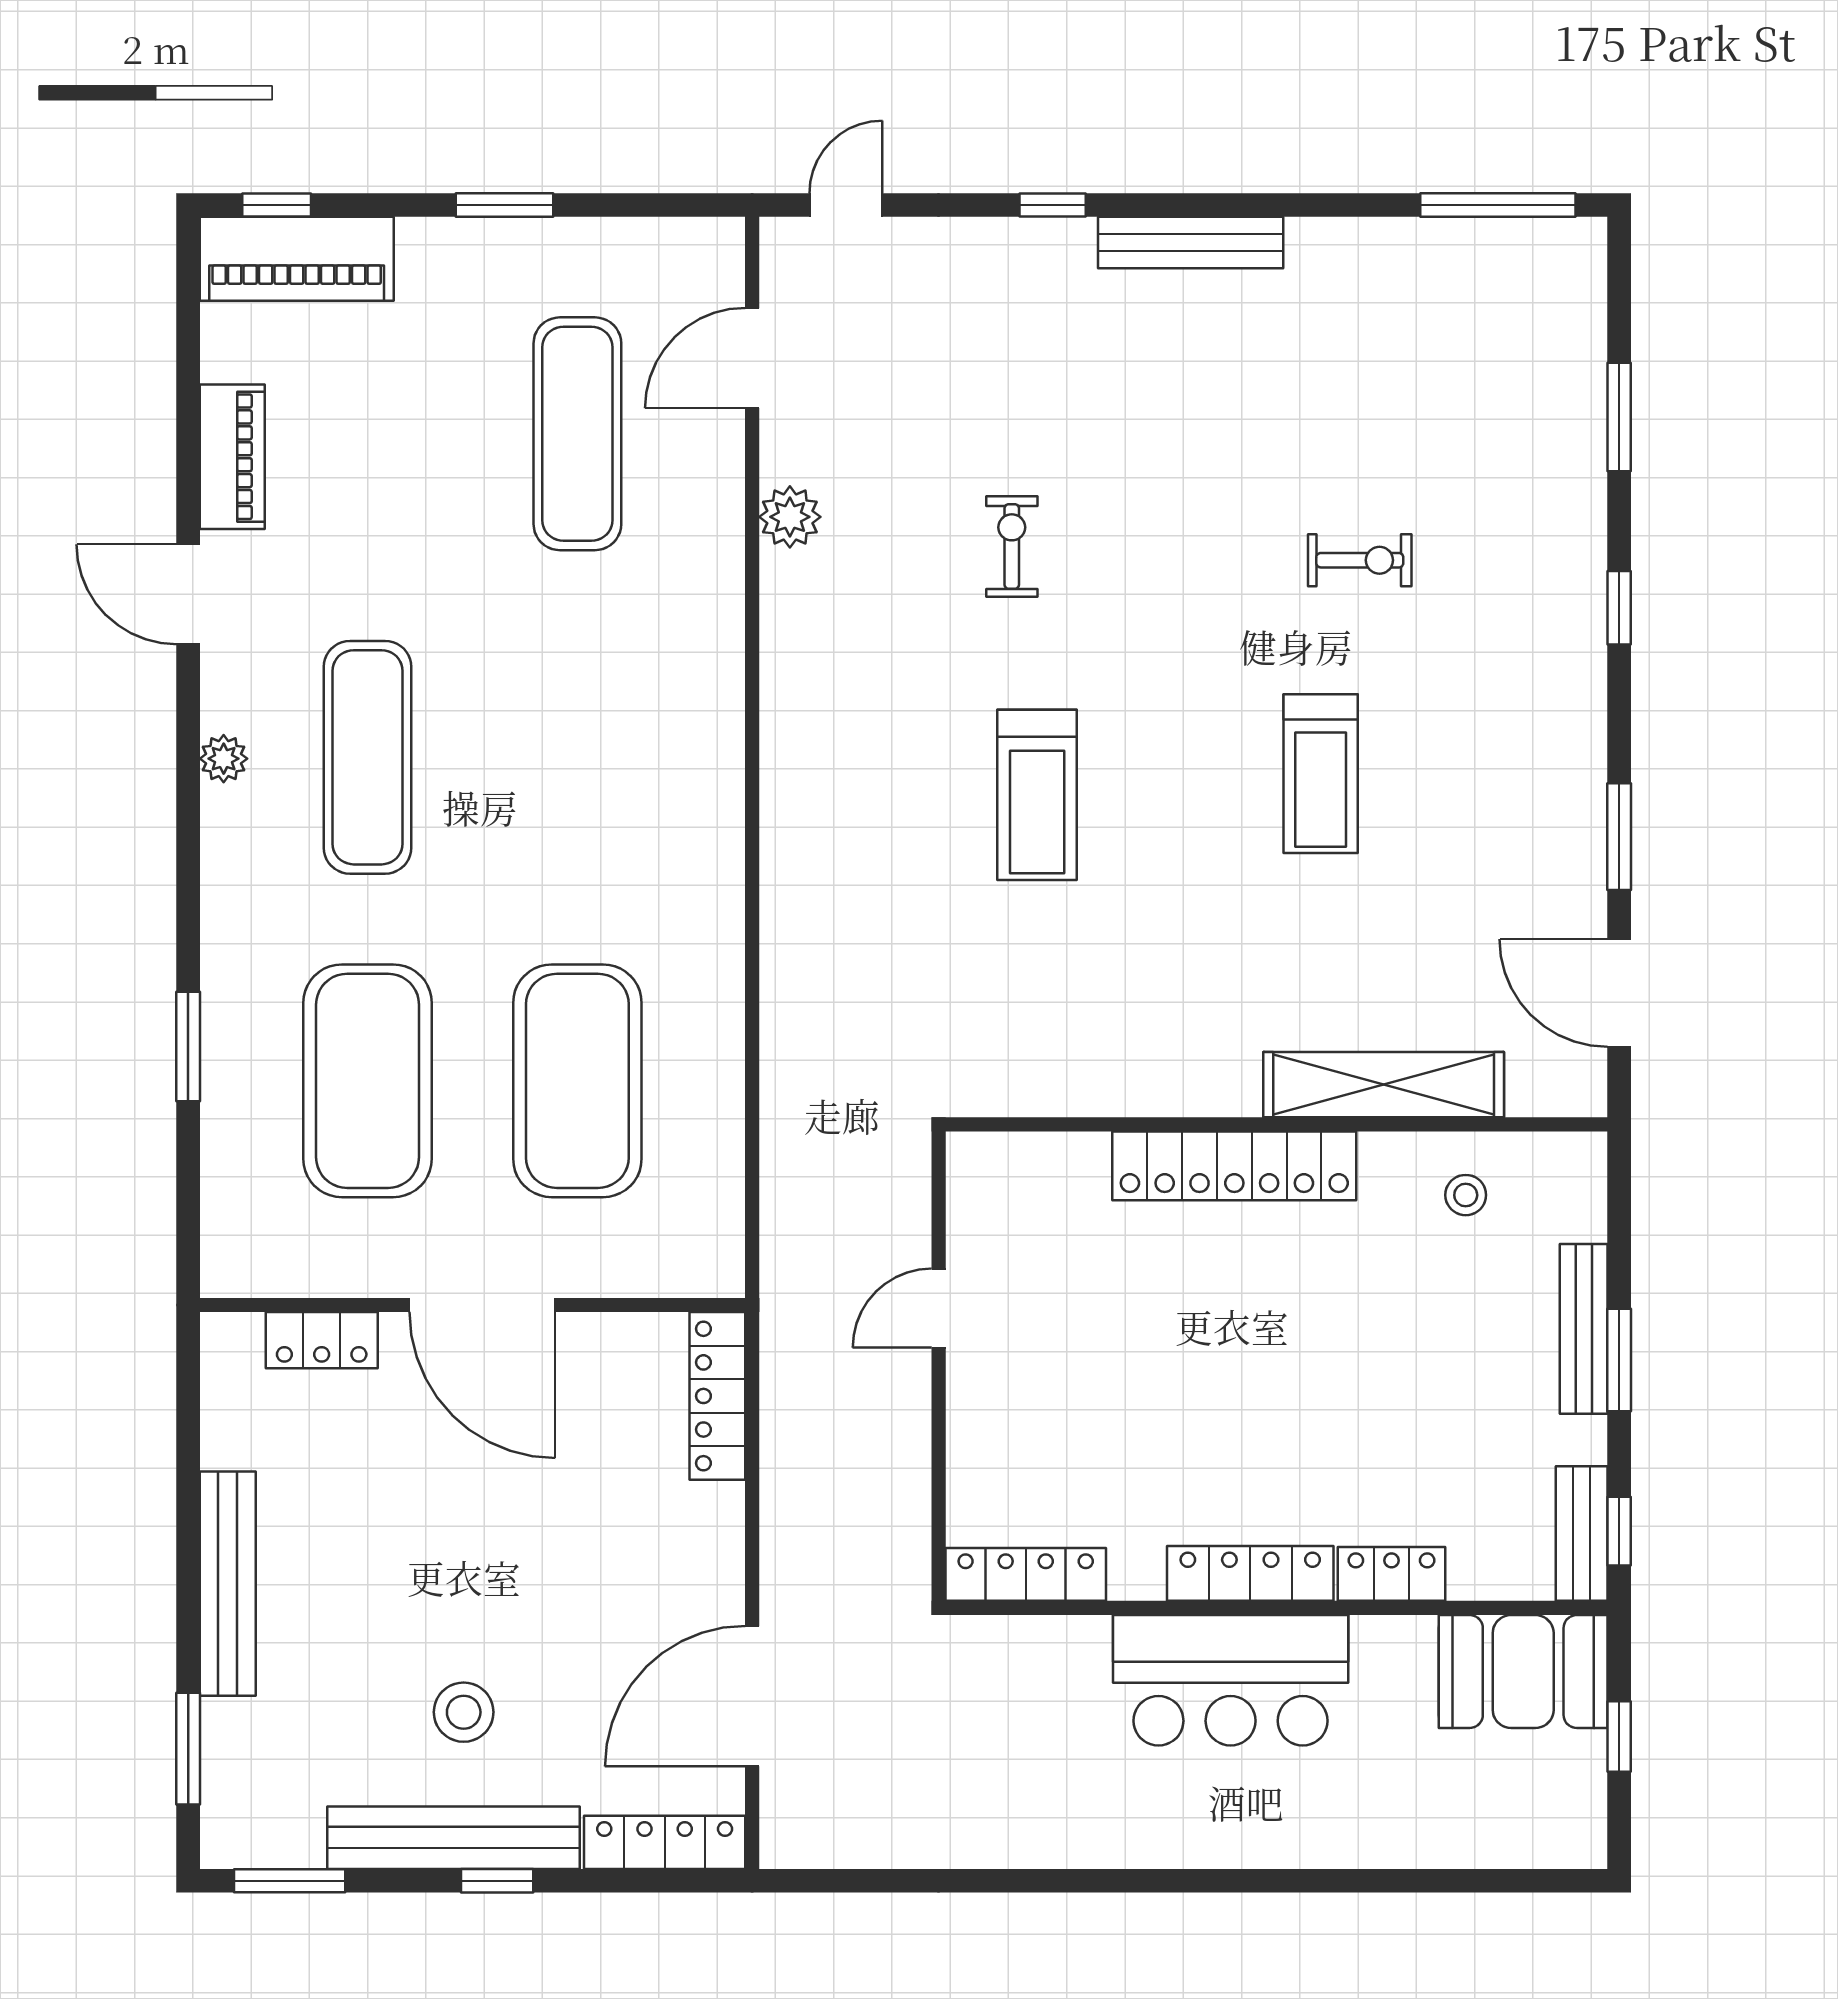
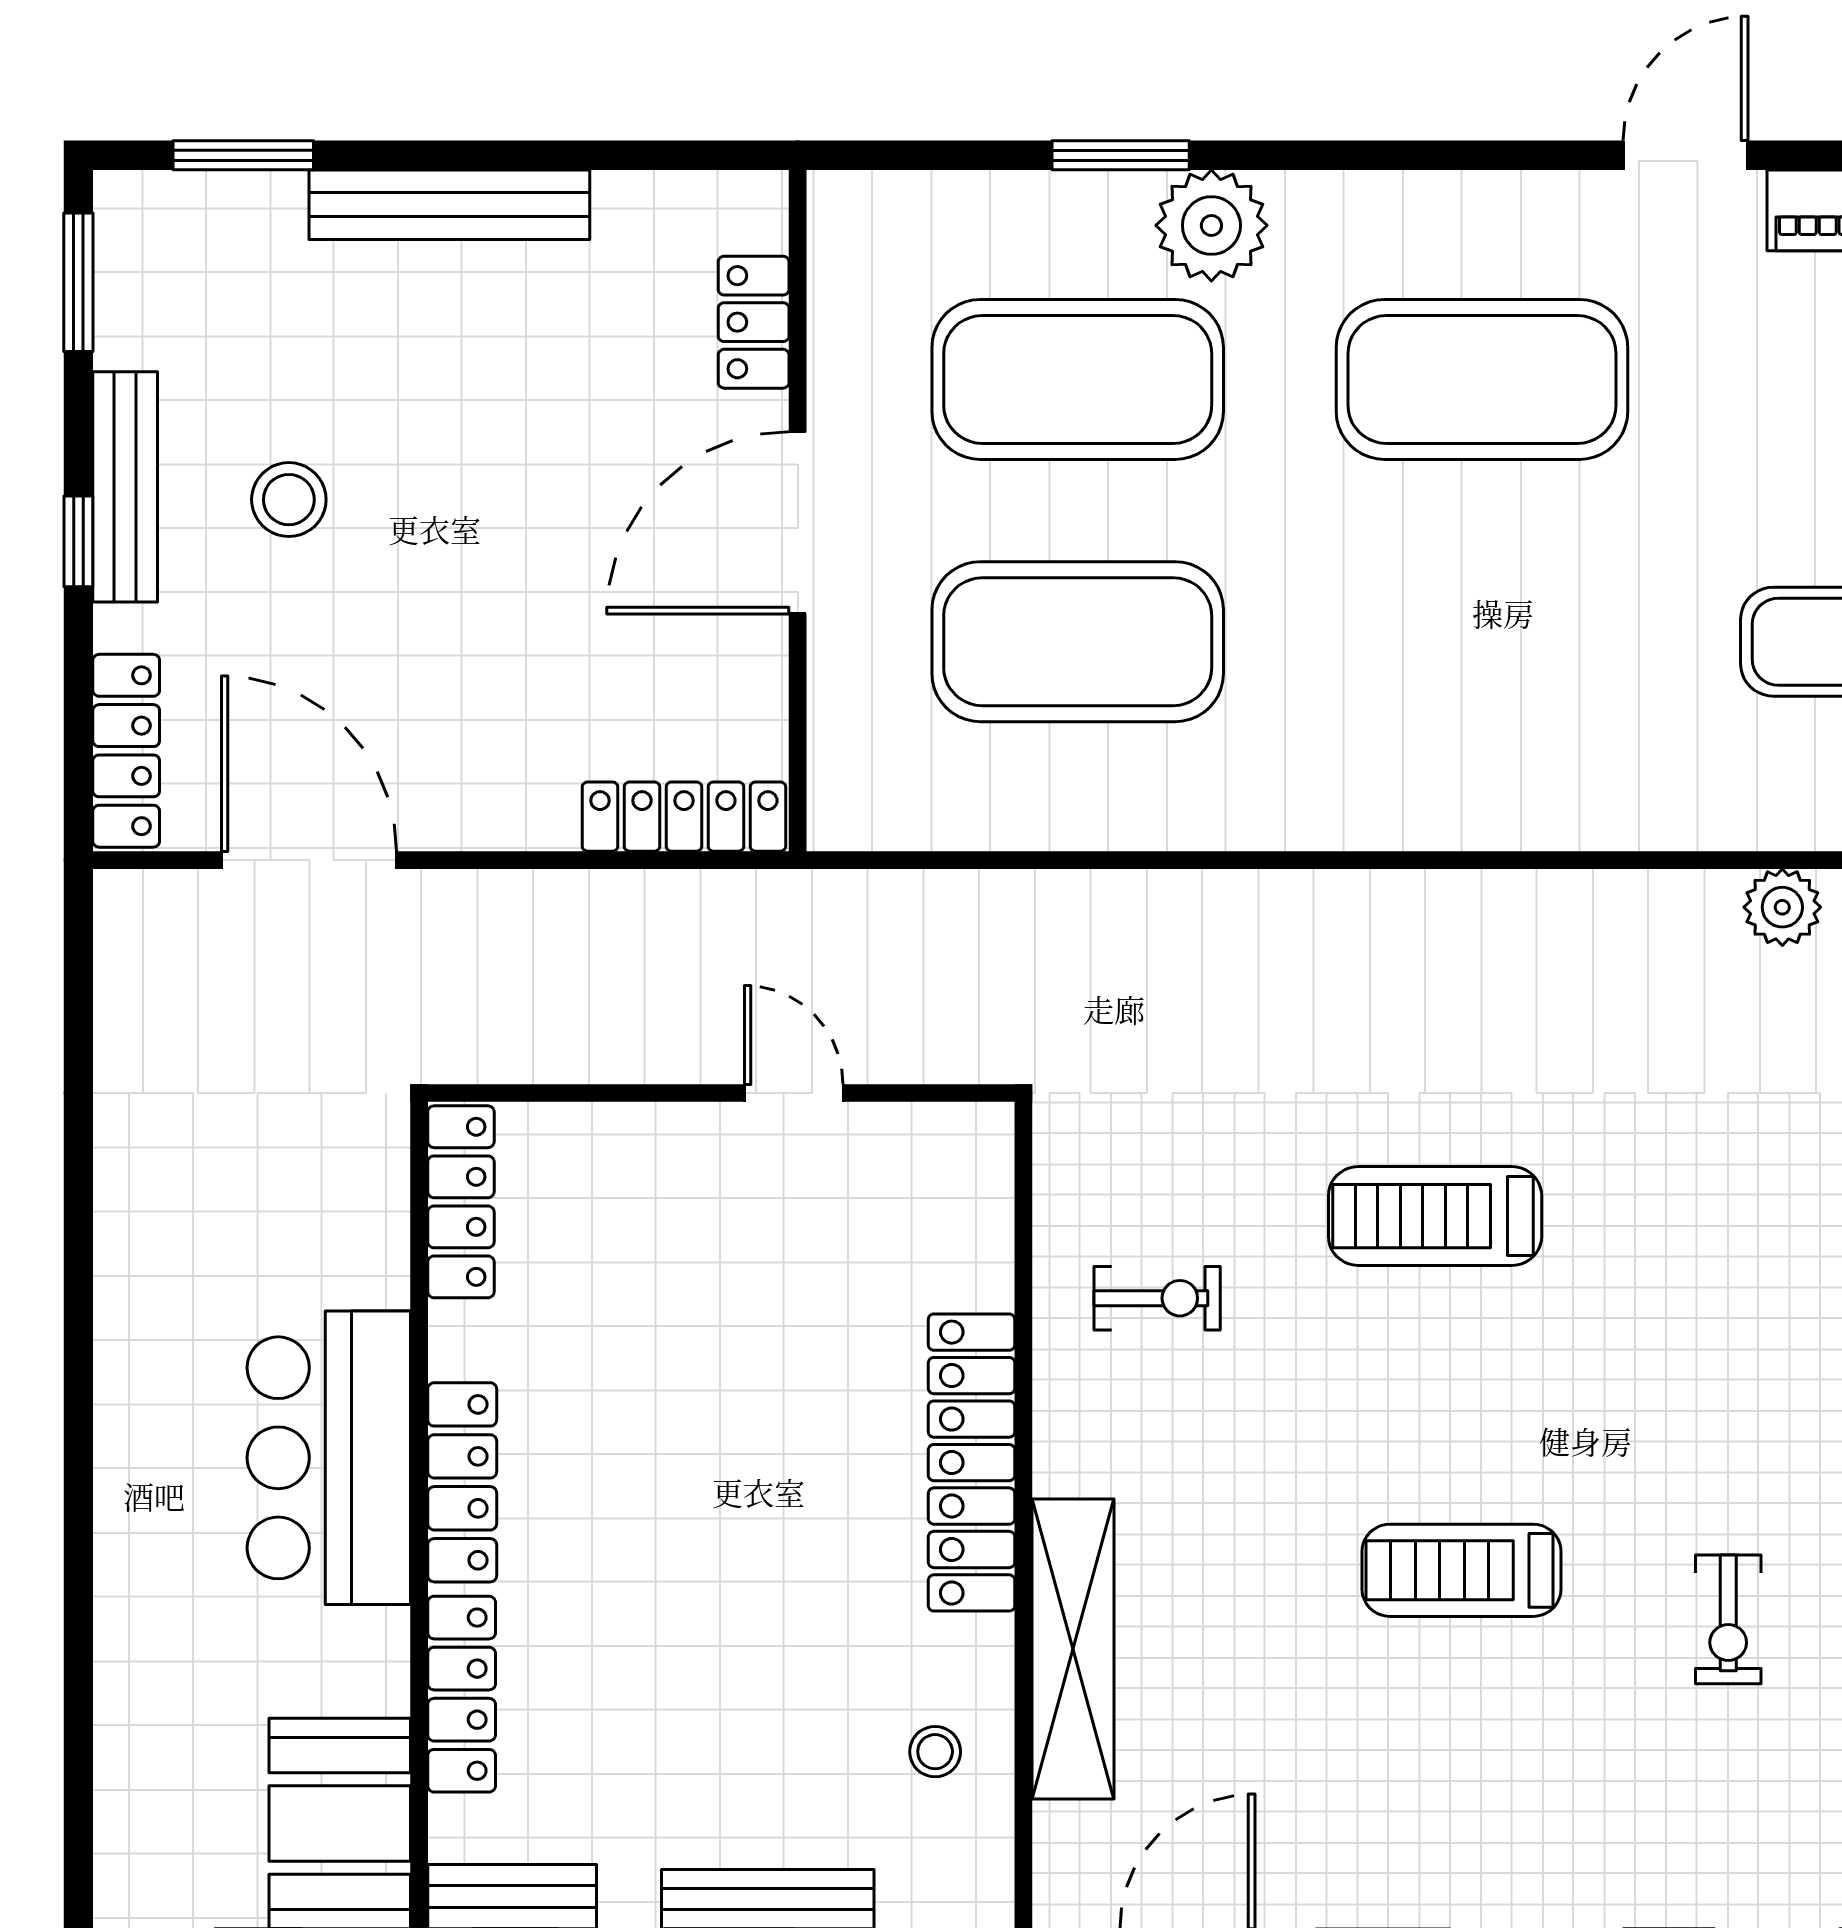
exercise bike: (1012, 546) -> (1157, 1298), moved
exercise mat: (368, 757) -> (1482, 379), width x1.47
plant: (224, 759) -> (1211, 225), moved, width x1.87, depth x1.87
locker: (1392, 1574) -> (462, 1694), width x1.53
bench: (453, 1838) -> (125, 487), width x0.73, depth x0.82

